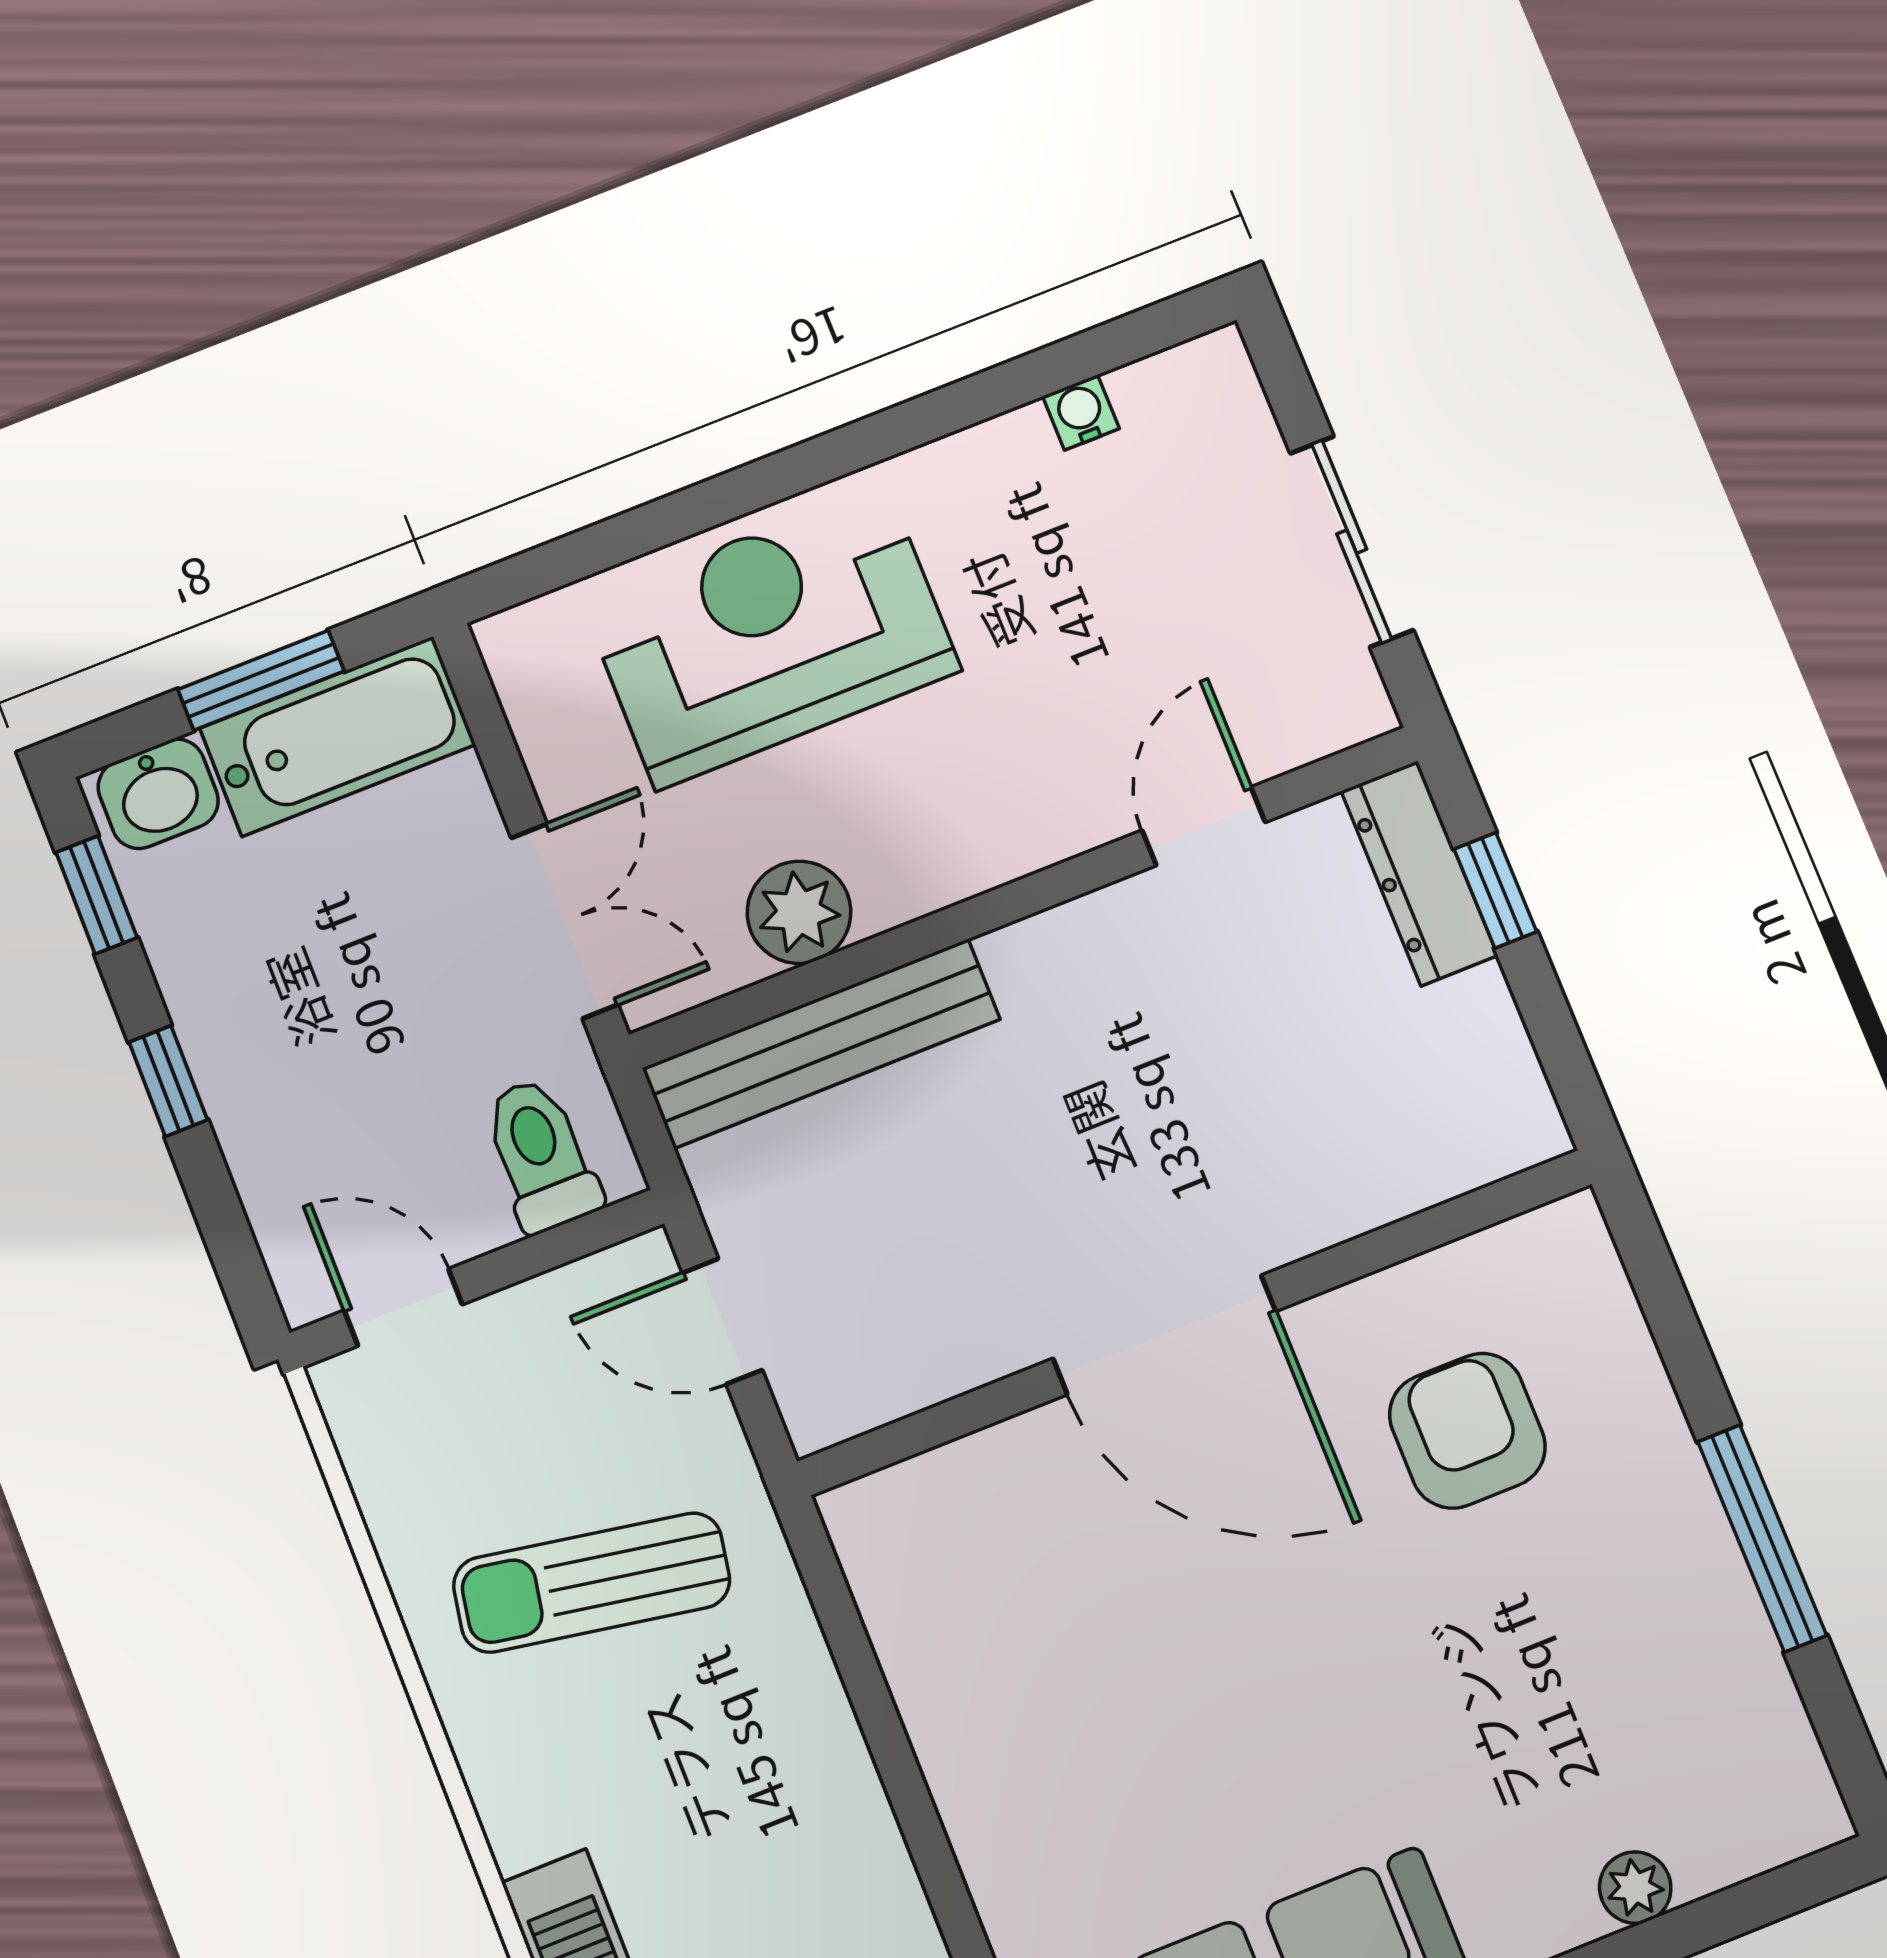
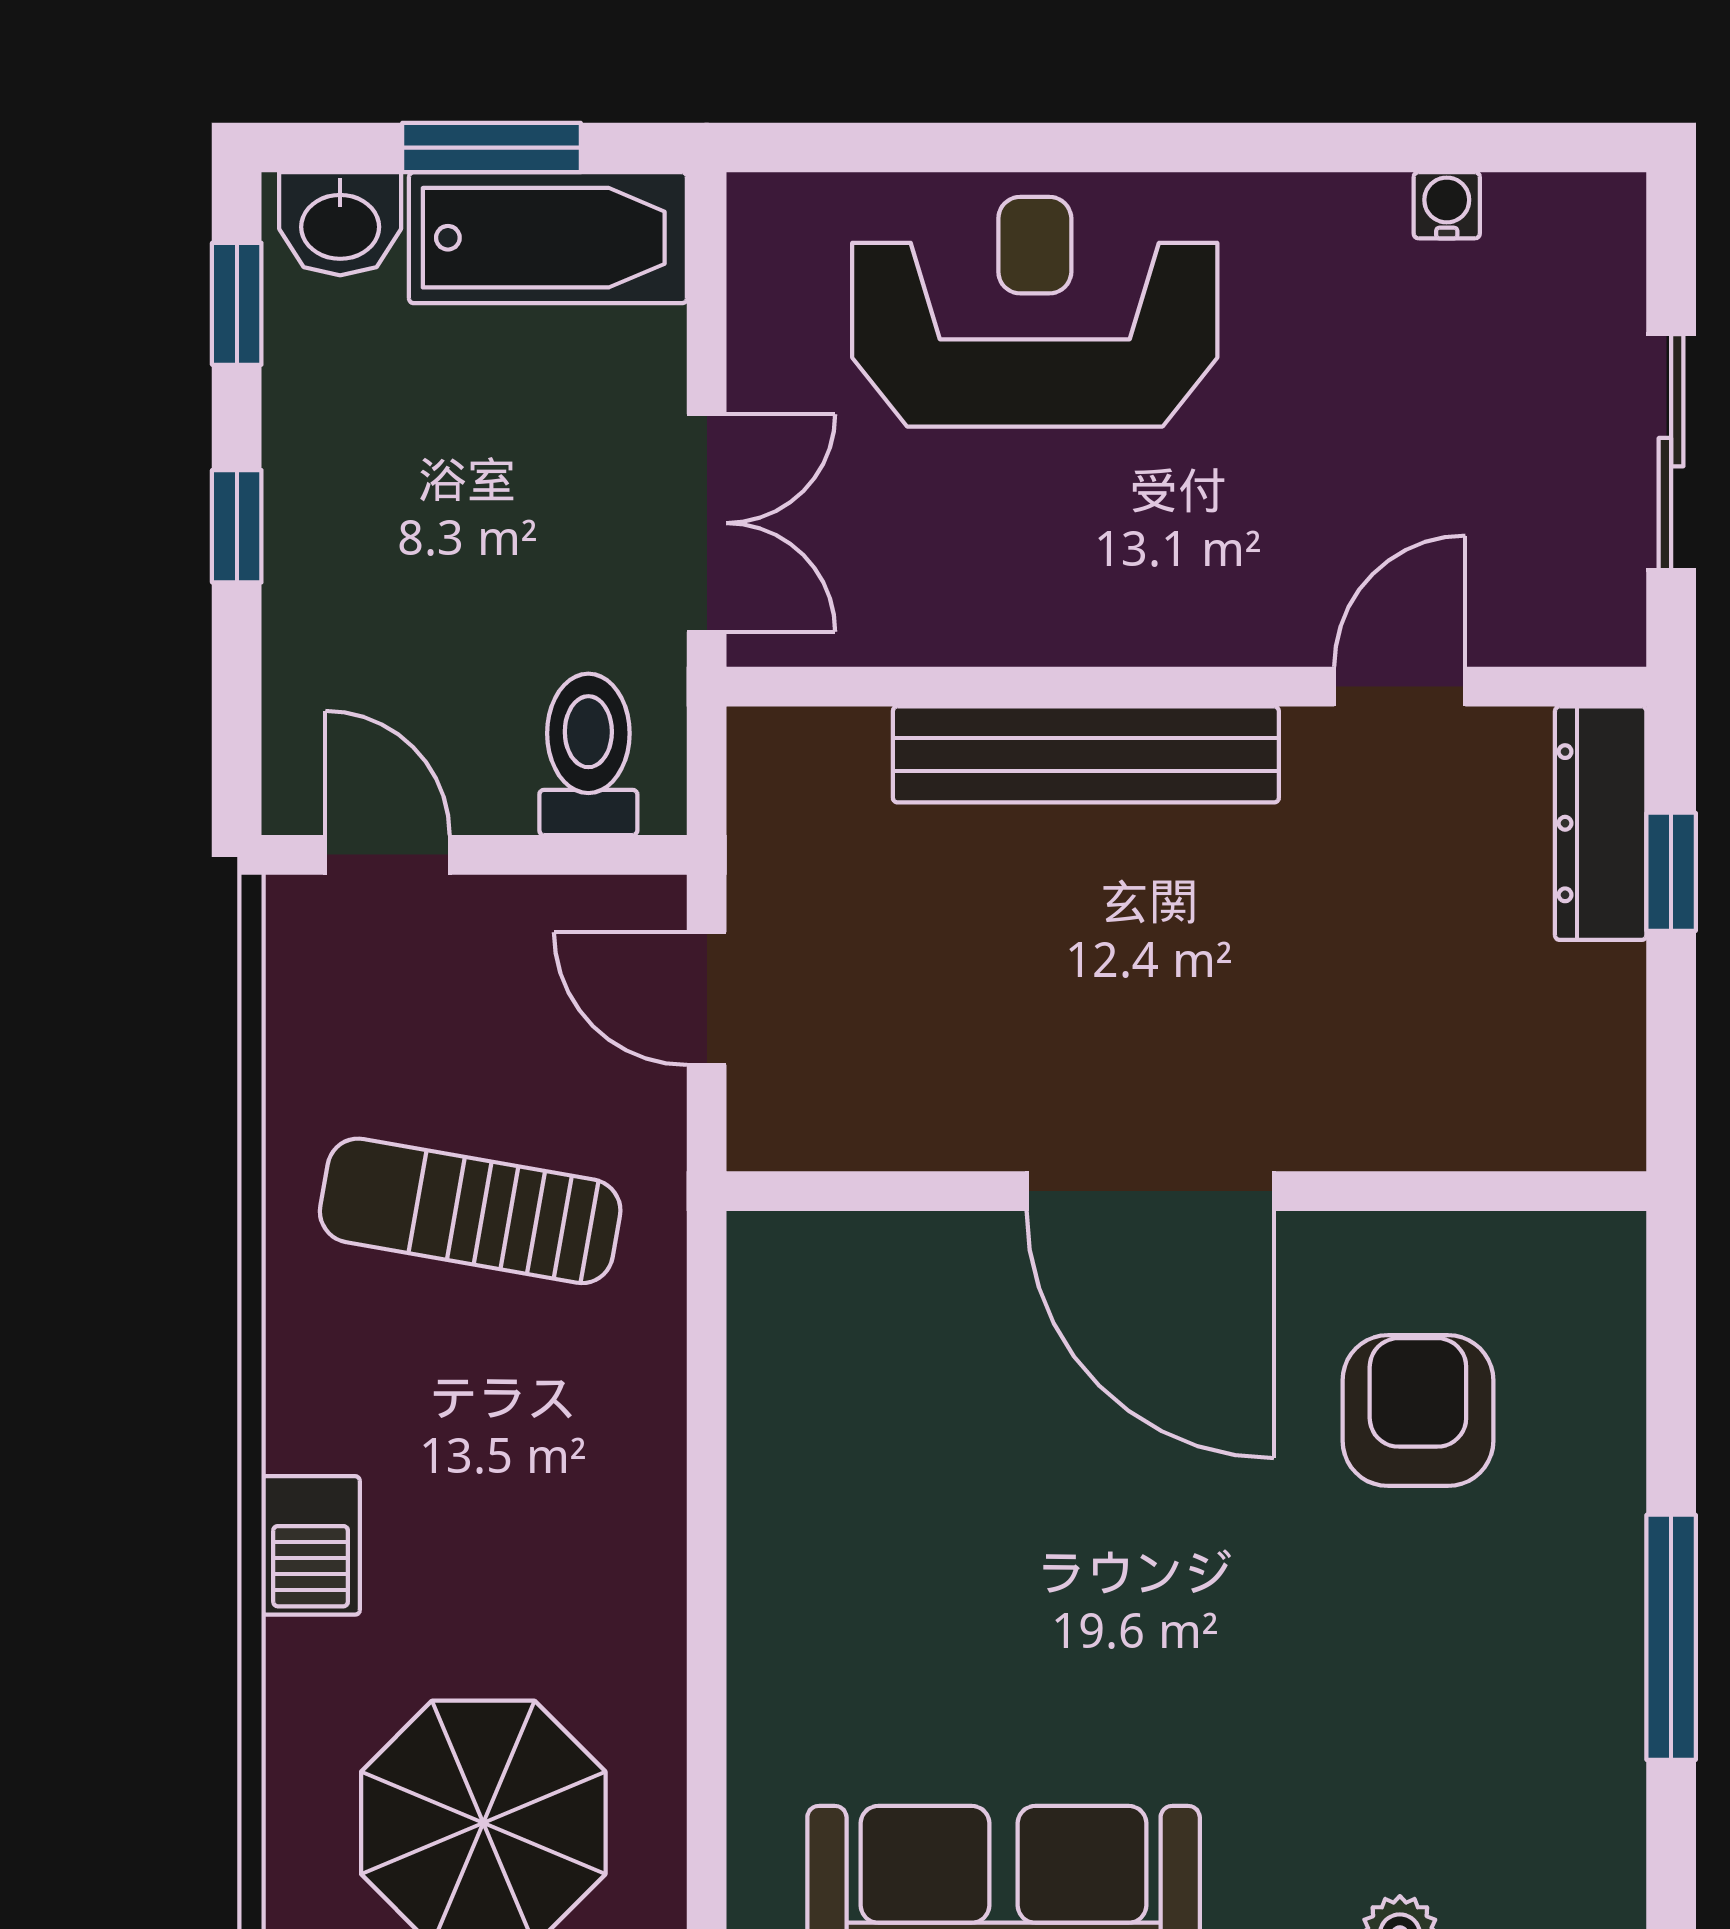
plant: (799, 912) -> (950, 610), removed
bench: (821, 1044) -> (1086, 754), moved

